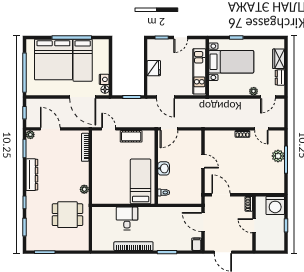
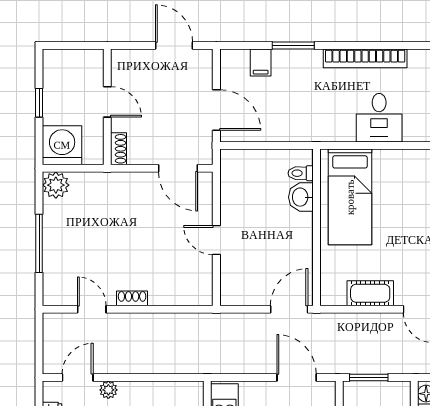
plant: (278, 156) -> (56, 185), moved
washbasin: (164, 168) -> (301, 197), moved
filing cabinet: (197, 244) -> (261, 63), moved

